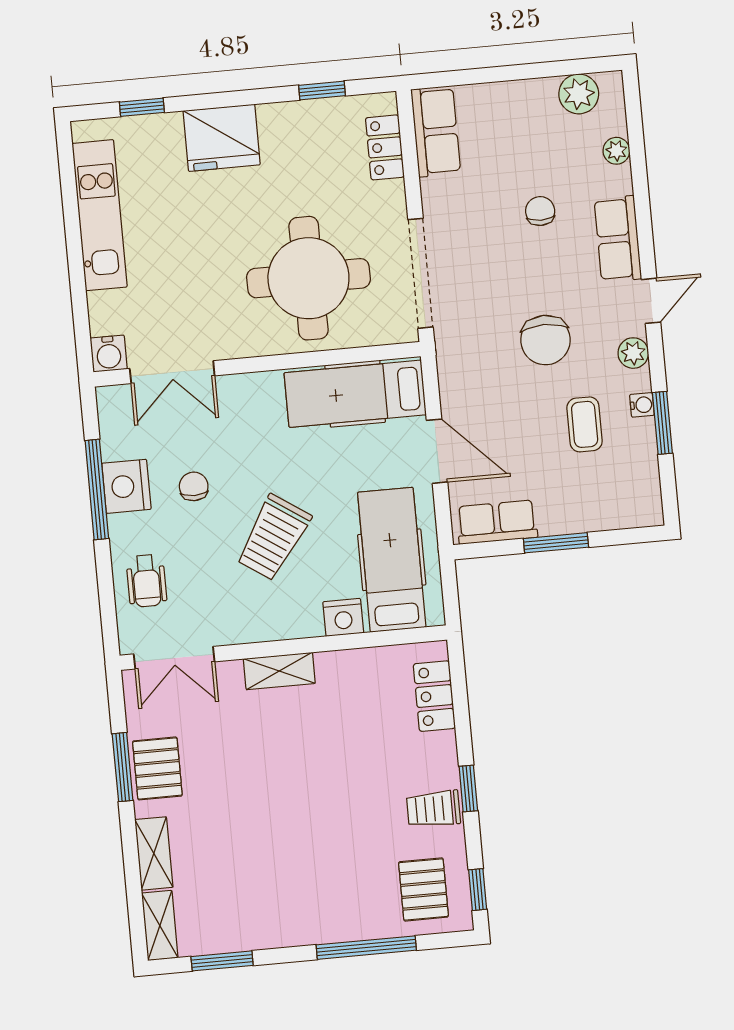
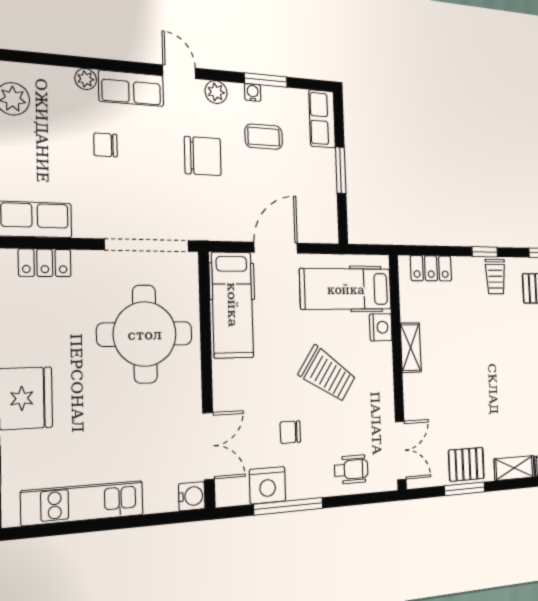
plant: (616, 151) -> (86, 79), moved
nightstand: (126, 486) -> (268, 485), moved
row of seats: (497, 522) -> (322, 119), moved
shelving: (279, 671) -> (411, 348), moved

